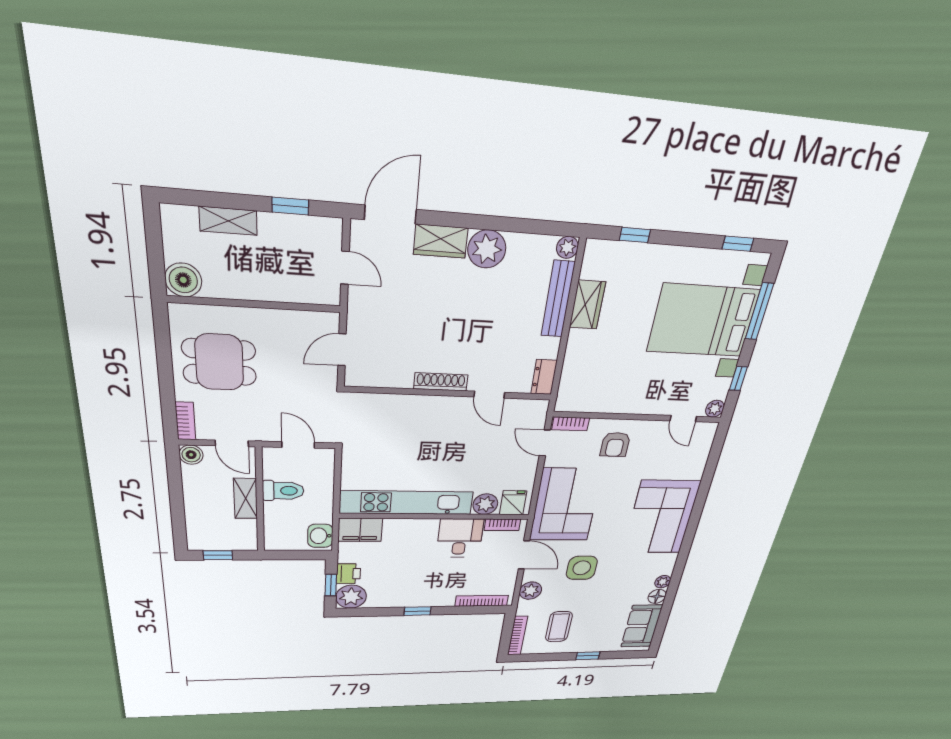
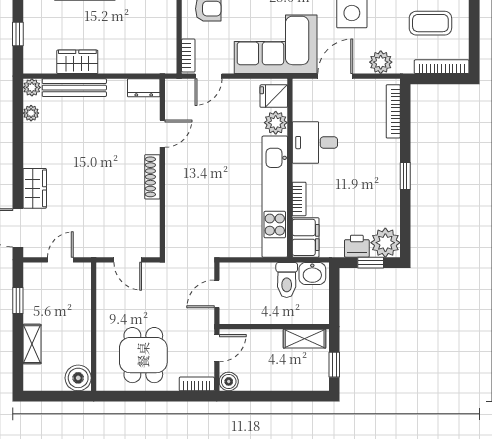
plant: (487, 249) -> (31, 113), moved, width x0.53, depth x0.53
toilet: (283, 491) -> (287, 280), moved, turned 180
shelving: (246, 499) -> (305, 339), moved
bookcase: (502, 525) -> (299, 199), moved

